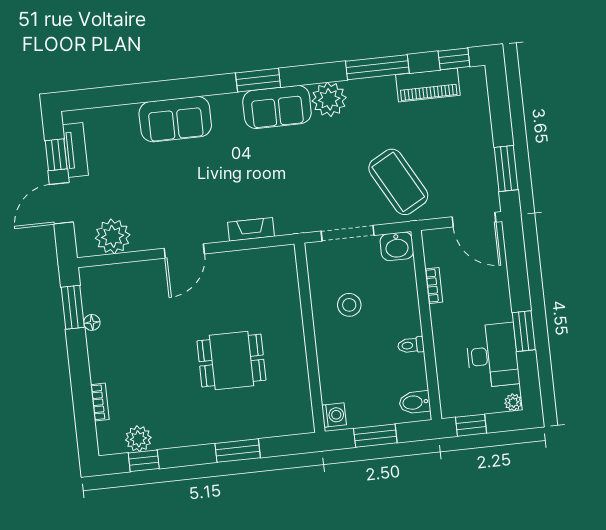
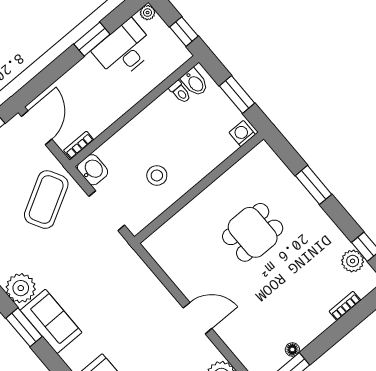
window: (258, 80) -> (24, 327), moved
fireplace: (251, 229) -> (150, 281), removed
bookcase: (434, 286) -> (79, 145), moved
toilet: (411, 345) -> (180, 92), moved
dining table: (231, 361) -> (253, 232), turned 90

